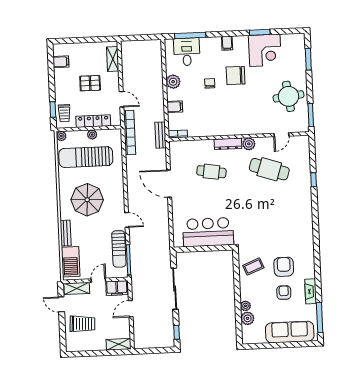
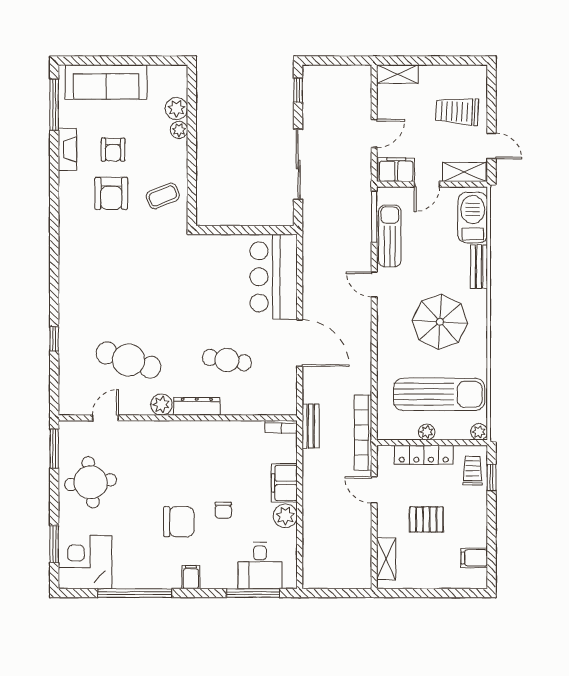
window: (260, 32) -> (135, 593), width x2.11
corner desk: (265, 50) -> (85, 562), moved
filing cabinet: (175, 107) -> (284, 483), width x2.00
bar counter: (208, 232) -> (274, 277), moved, turned 90

